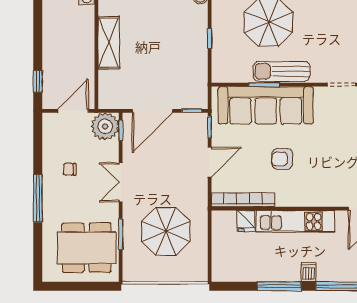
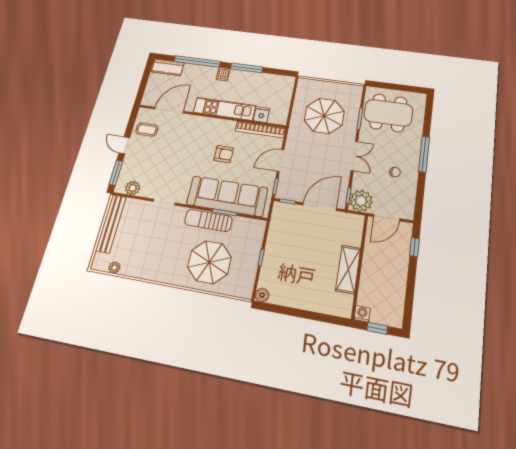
sun lounger: (282, 71) -> (208, 220), turned 180

